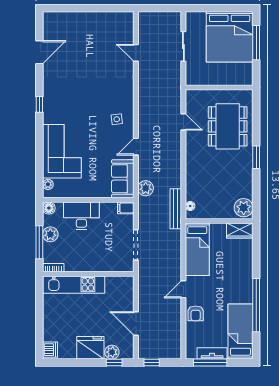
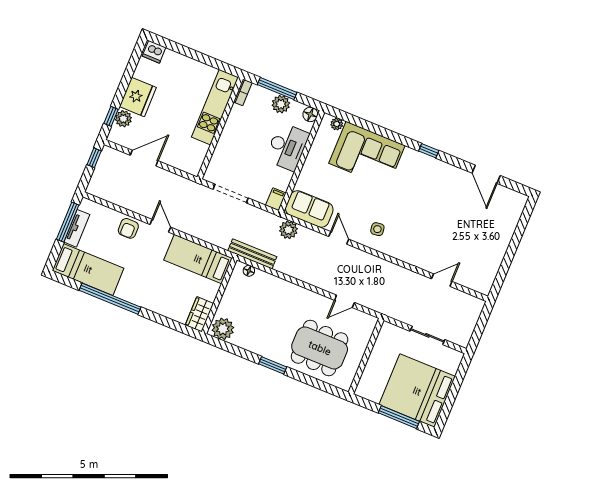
armchair: (196, 313) -> (128, 228), turned -90

